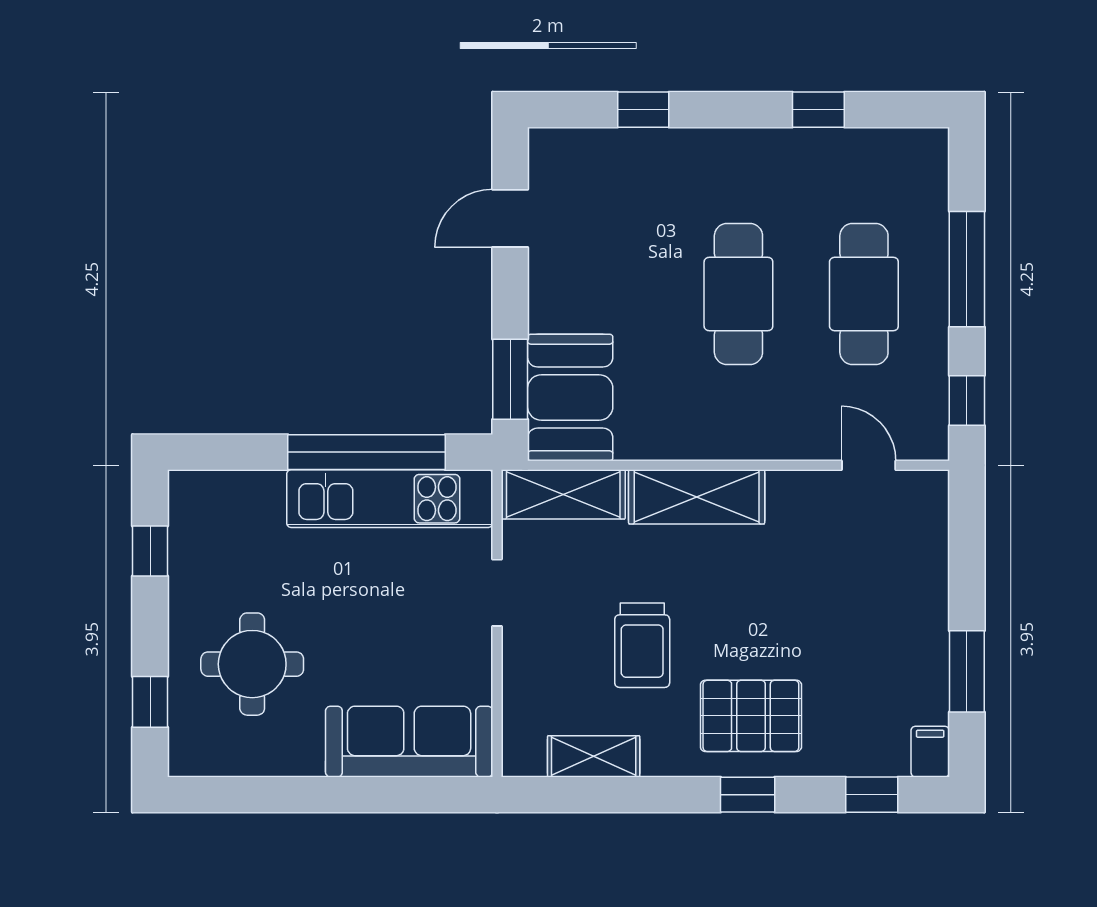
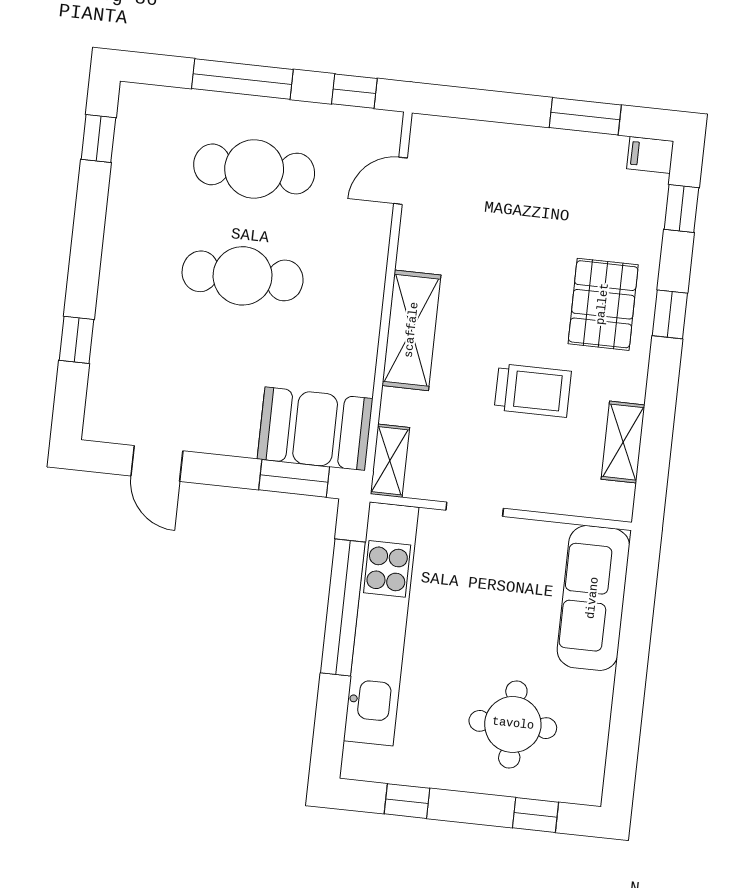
window: (818, 110) -> (98, 139), moved
shelving: (563, 494) -> (390, 461), width x0.67, depth x0.75
kitchen unit: (390, 499) -> (381, 624), width x1.36

